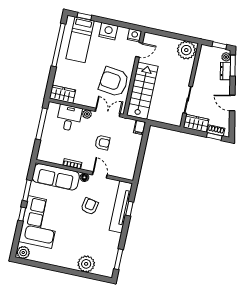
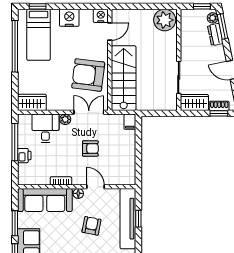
printer: (47, 137) -> (24, 156), added

